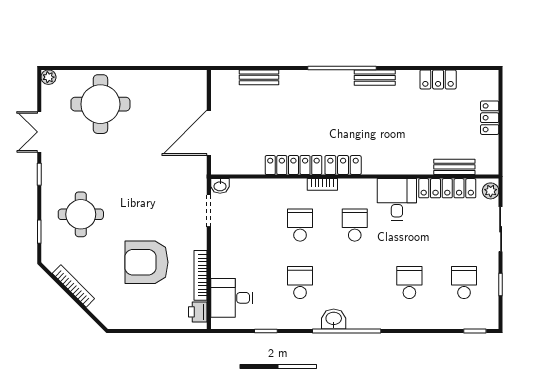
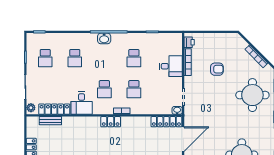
locker: (293, 165) -> (166, 122), moved
round table: (81, 214) -> (252, 95), width x1.36, depth x1.36
armchair: (146, 262) -> (217, 69), width x0.53, depth x0.53
desk: (232, 298) -> (171, 66), moved
washbasin: (334, 319) -> (104, 38), moved

